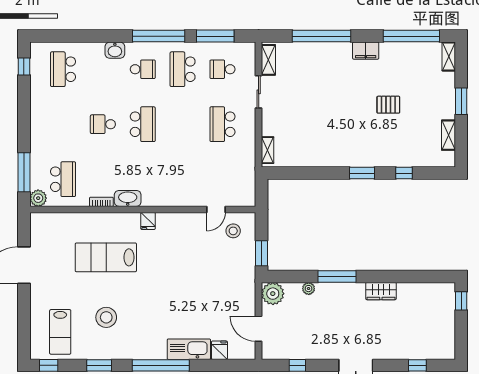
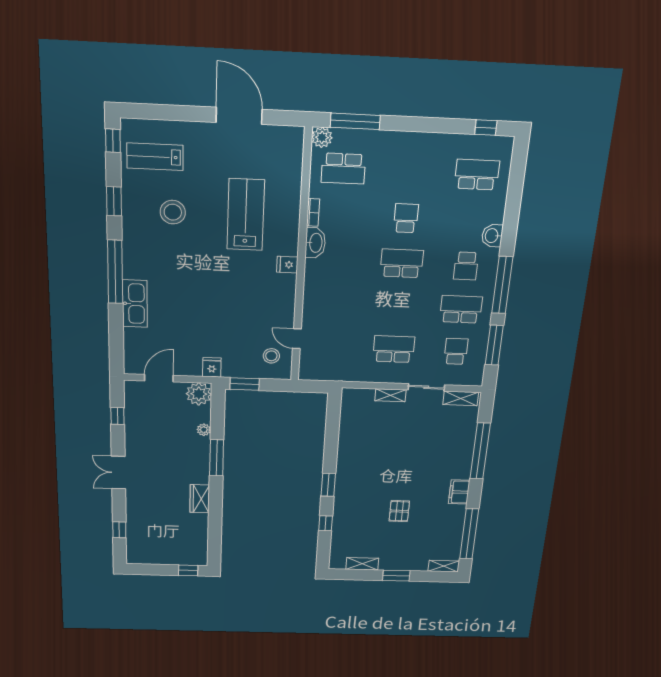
school desk: (143, 124) -> (402, 263), turned 180
shelving: (268, 150) -> (390, 395), moved
fridge: (219, 350) -> (212, 367), moved, turned -90

